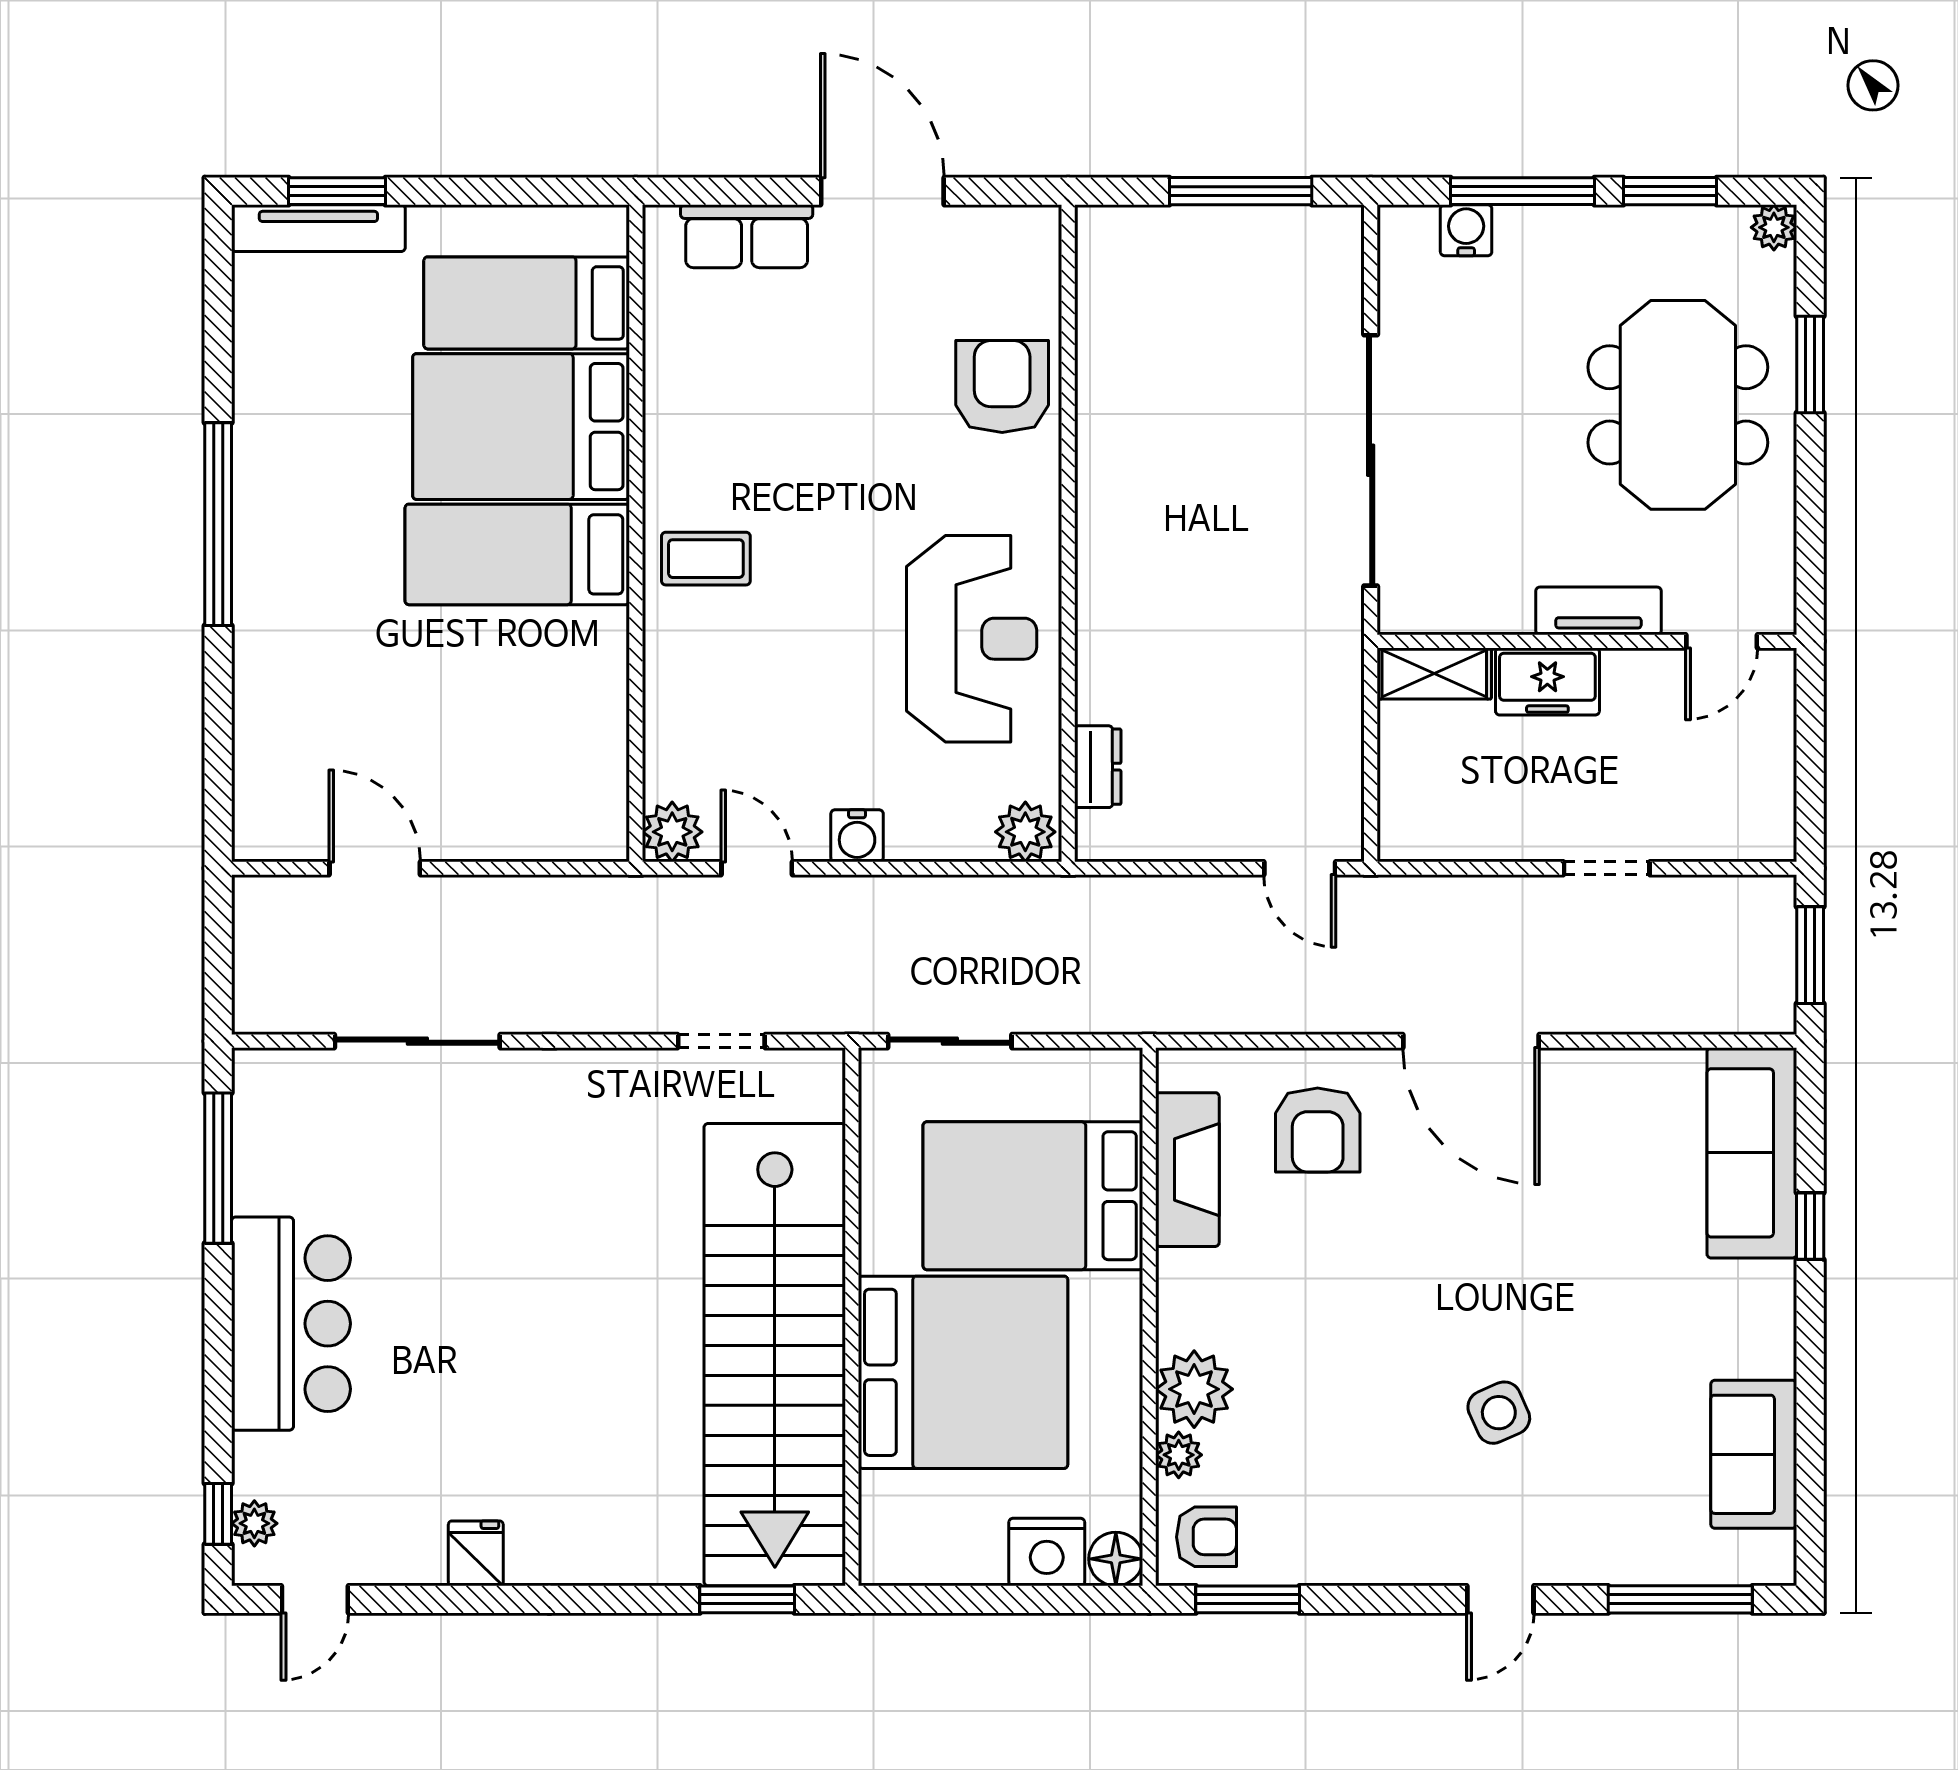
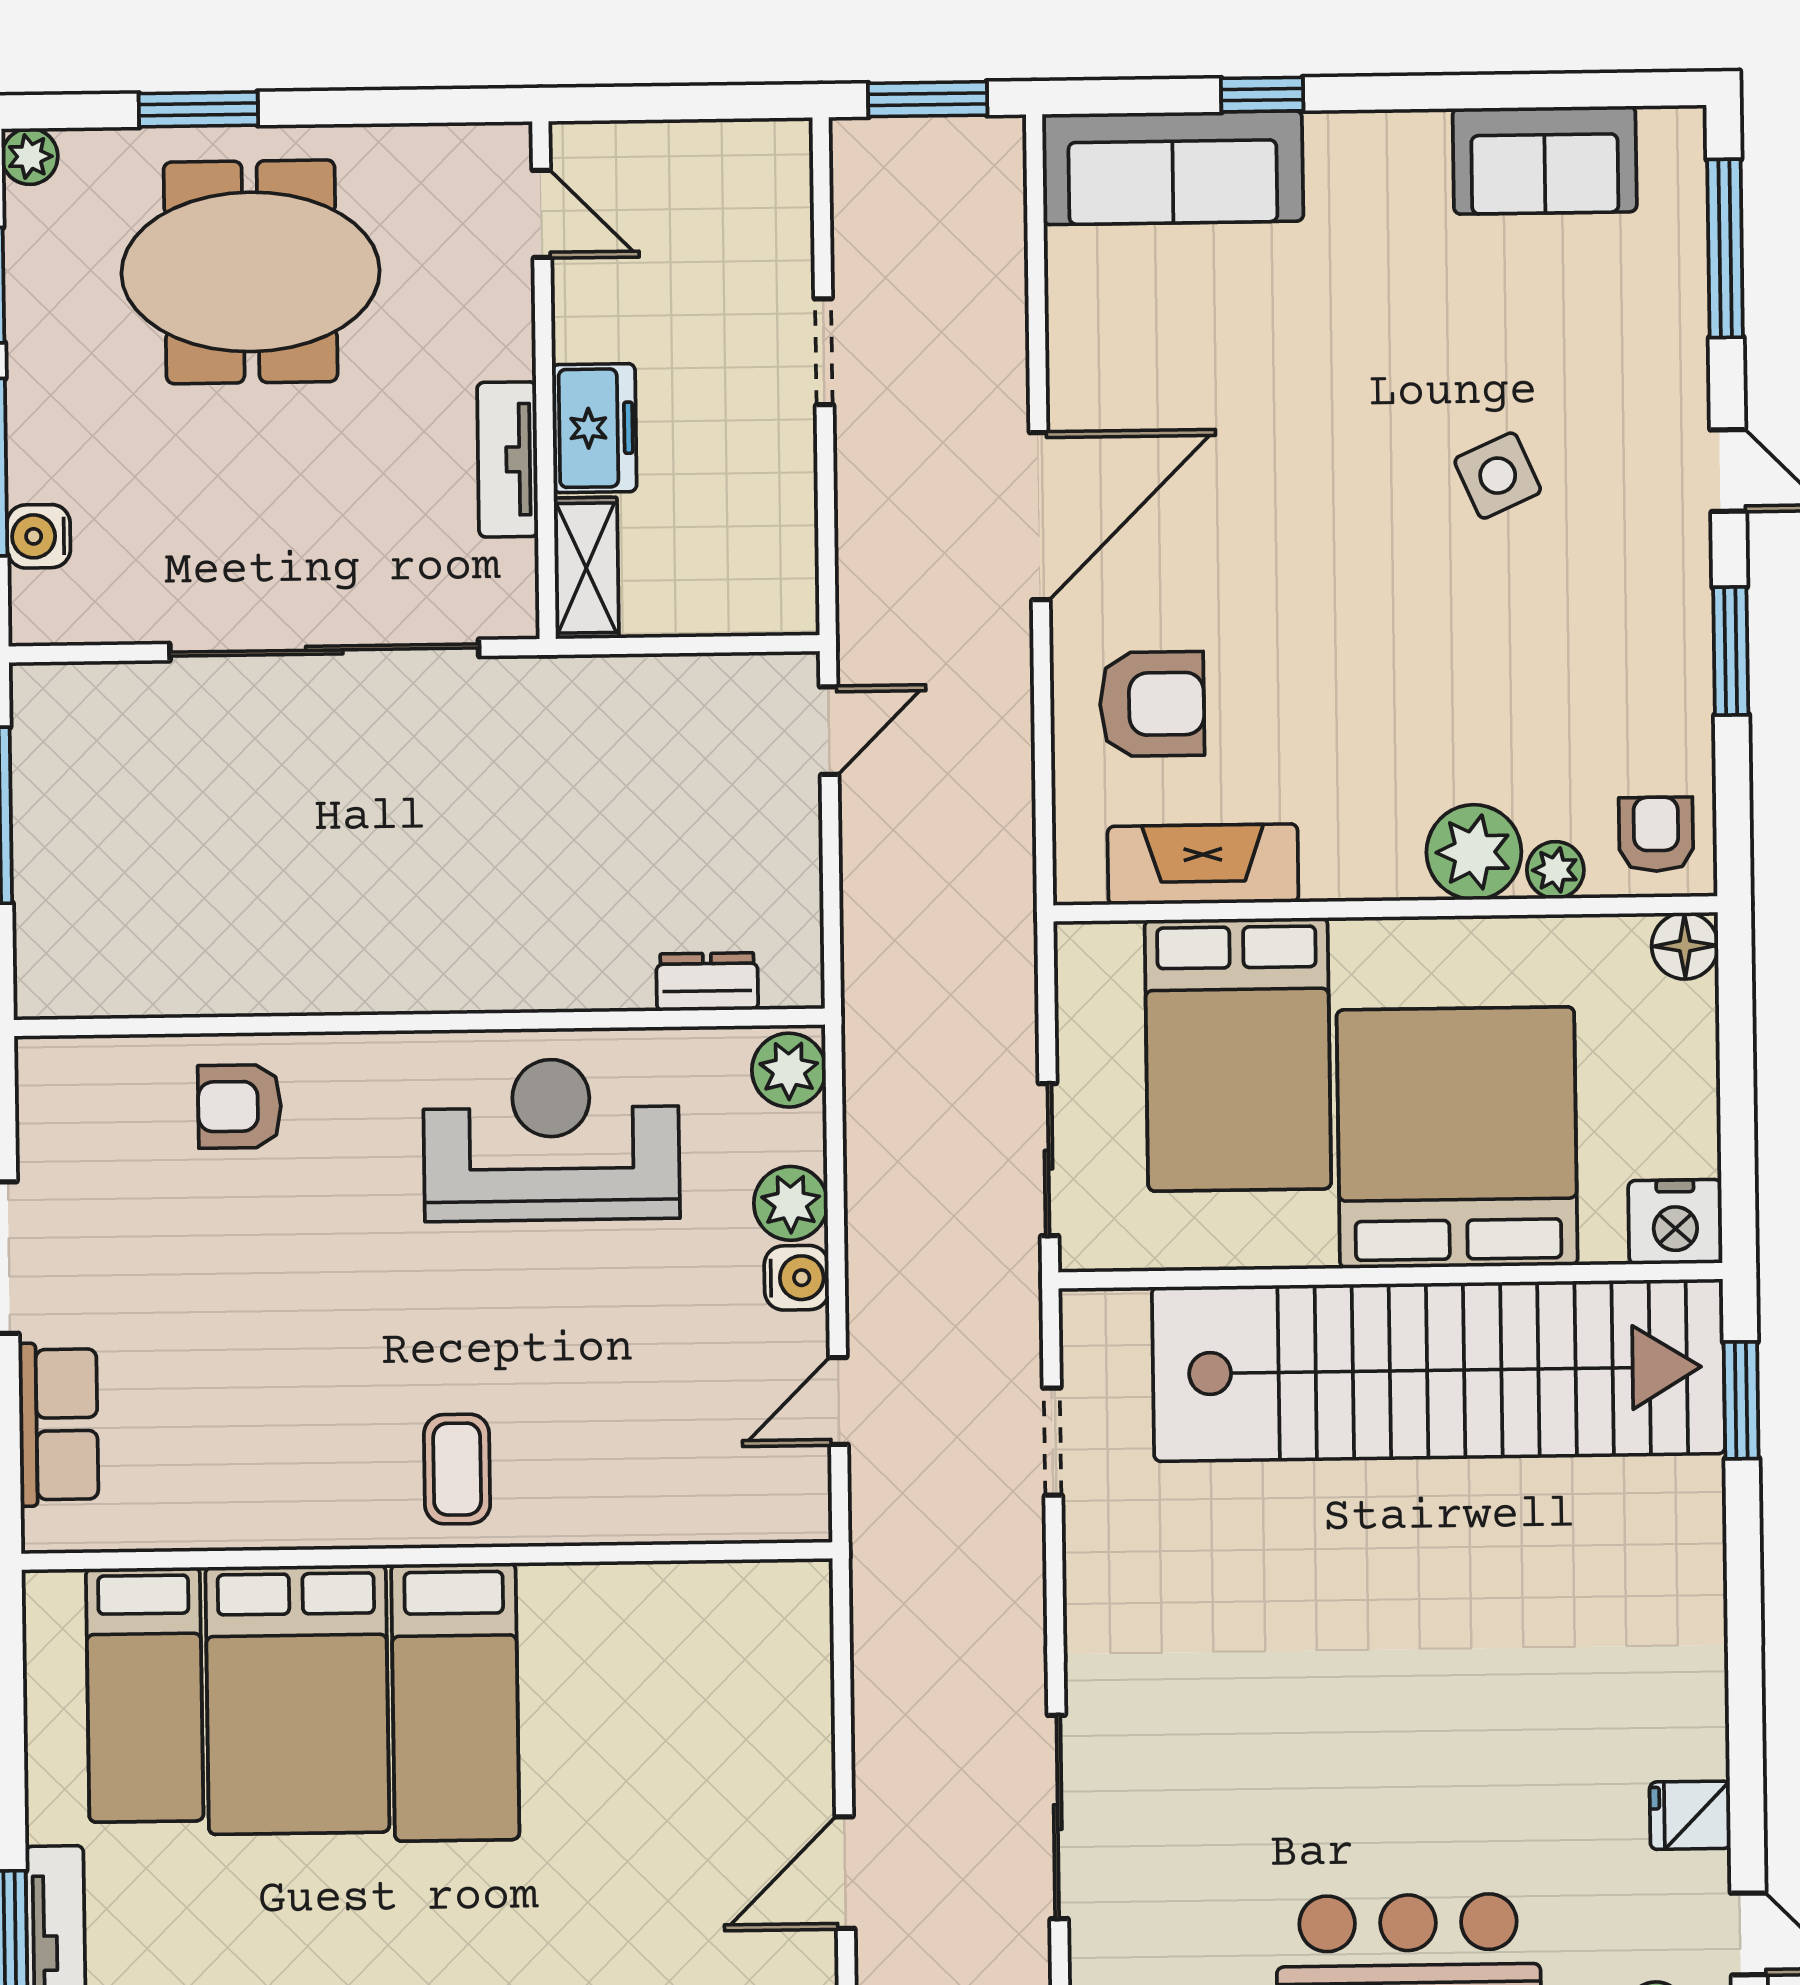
armchair: (1002, 387) -> (240, 1106), width x0.72, depth x0.72
tv unit: (1598, 611) -> (508, 459), moved
plant: (672, 832) -> (791, 1203), moved
nightstand: (1047, 1552) -> (1675, 1222), moved, turned 90
fridge: (476, 1553) -> (1690, 1815), moved
window: (1248, 1599) -> (1731, 651), moved

